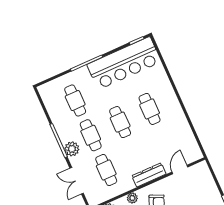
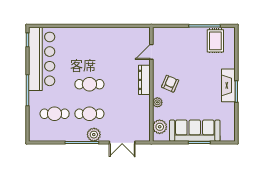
cafe table: (150, 109) -> (89, 55), removed
door: (180, 169) -> (151, 52), hinge flipped
cafe table: (106, 170) -> (124, 114), removed

